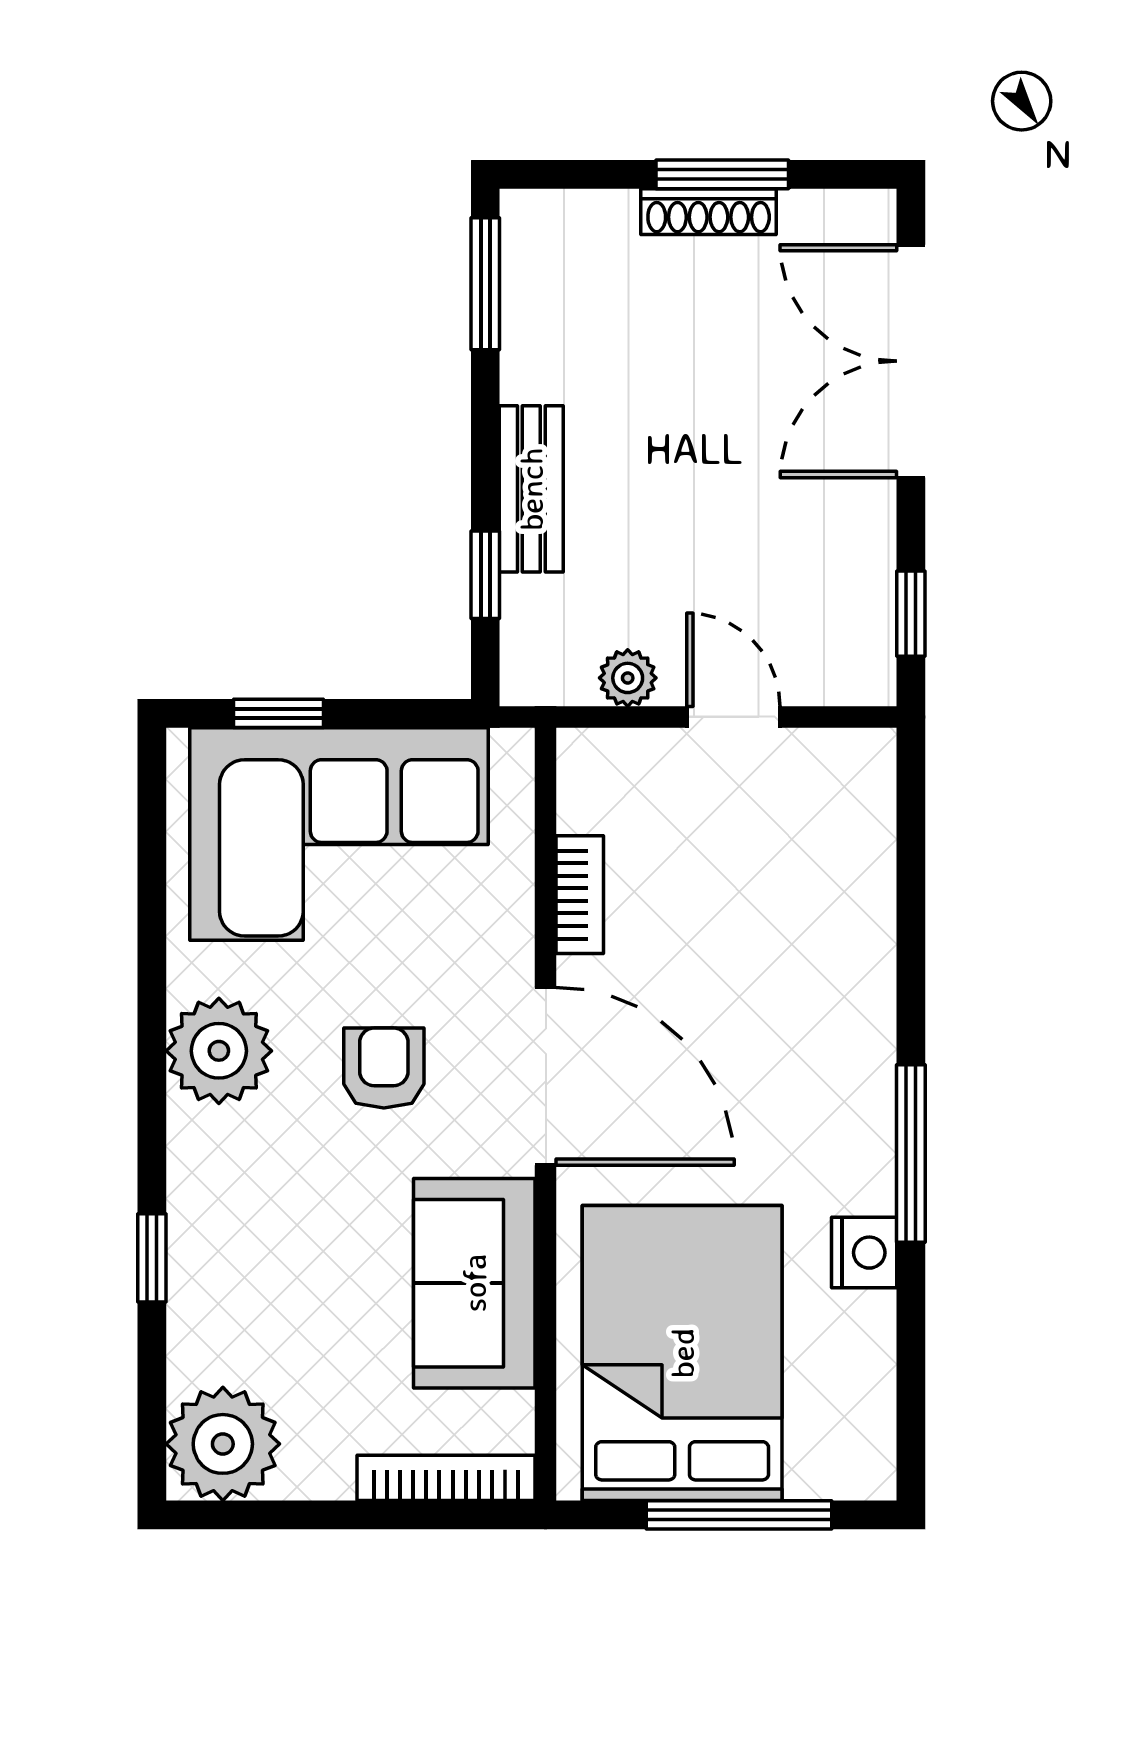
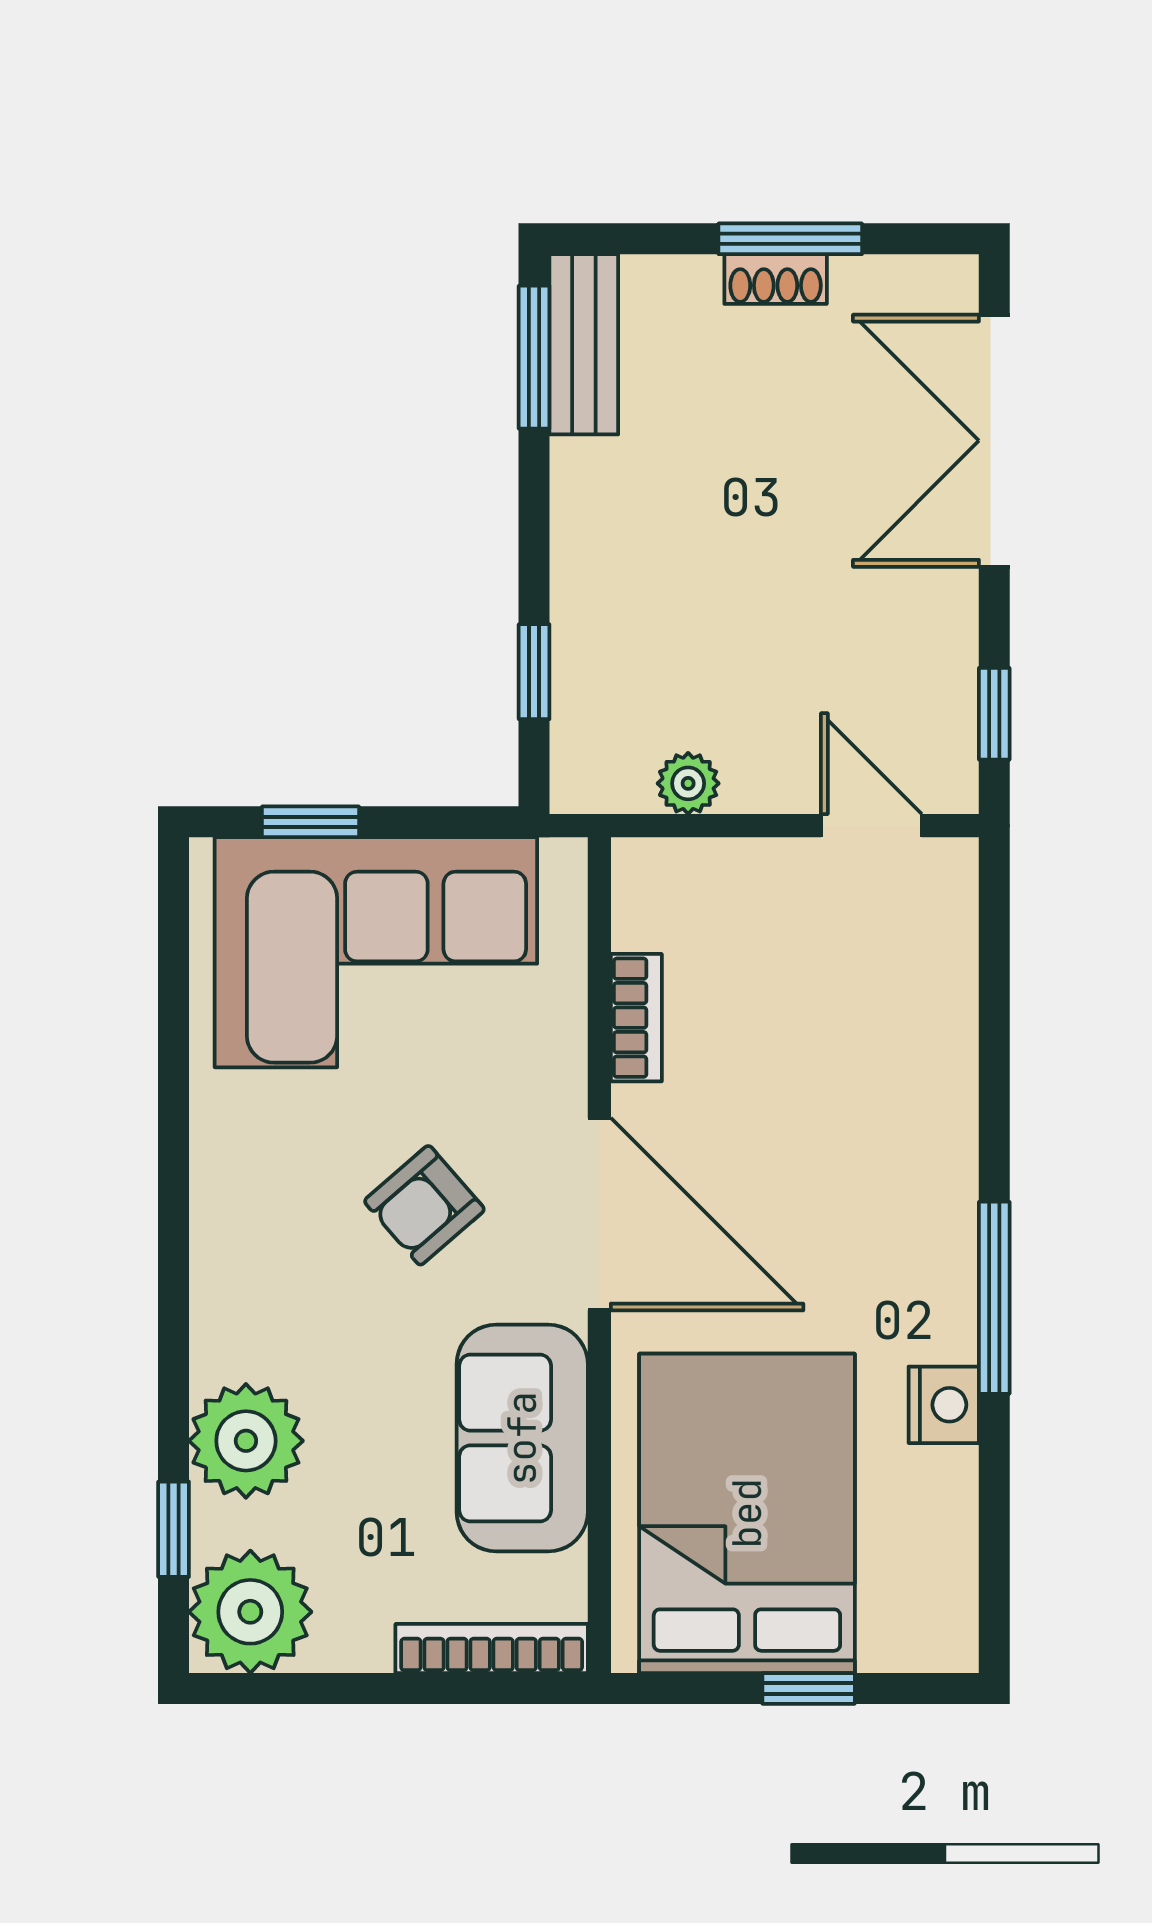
shoe rack: (709, 212) -> (776, 279), width x0.70
bench: (531, 489) -> (584, 344), moved
door: (733, 717) -> (871, 826), moved
plant: (219, 1051) -> (246, 1441), moved
armchair: (384, 1068) -> (424, 1205), turned -131
window: (152, 1258) -> (174, 1529), moved
window: (739, 1515) -> (809, 1688), width x0.46

